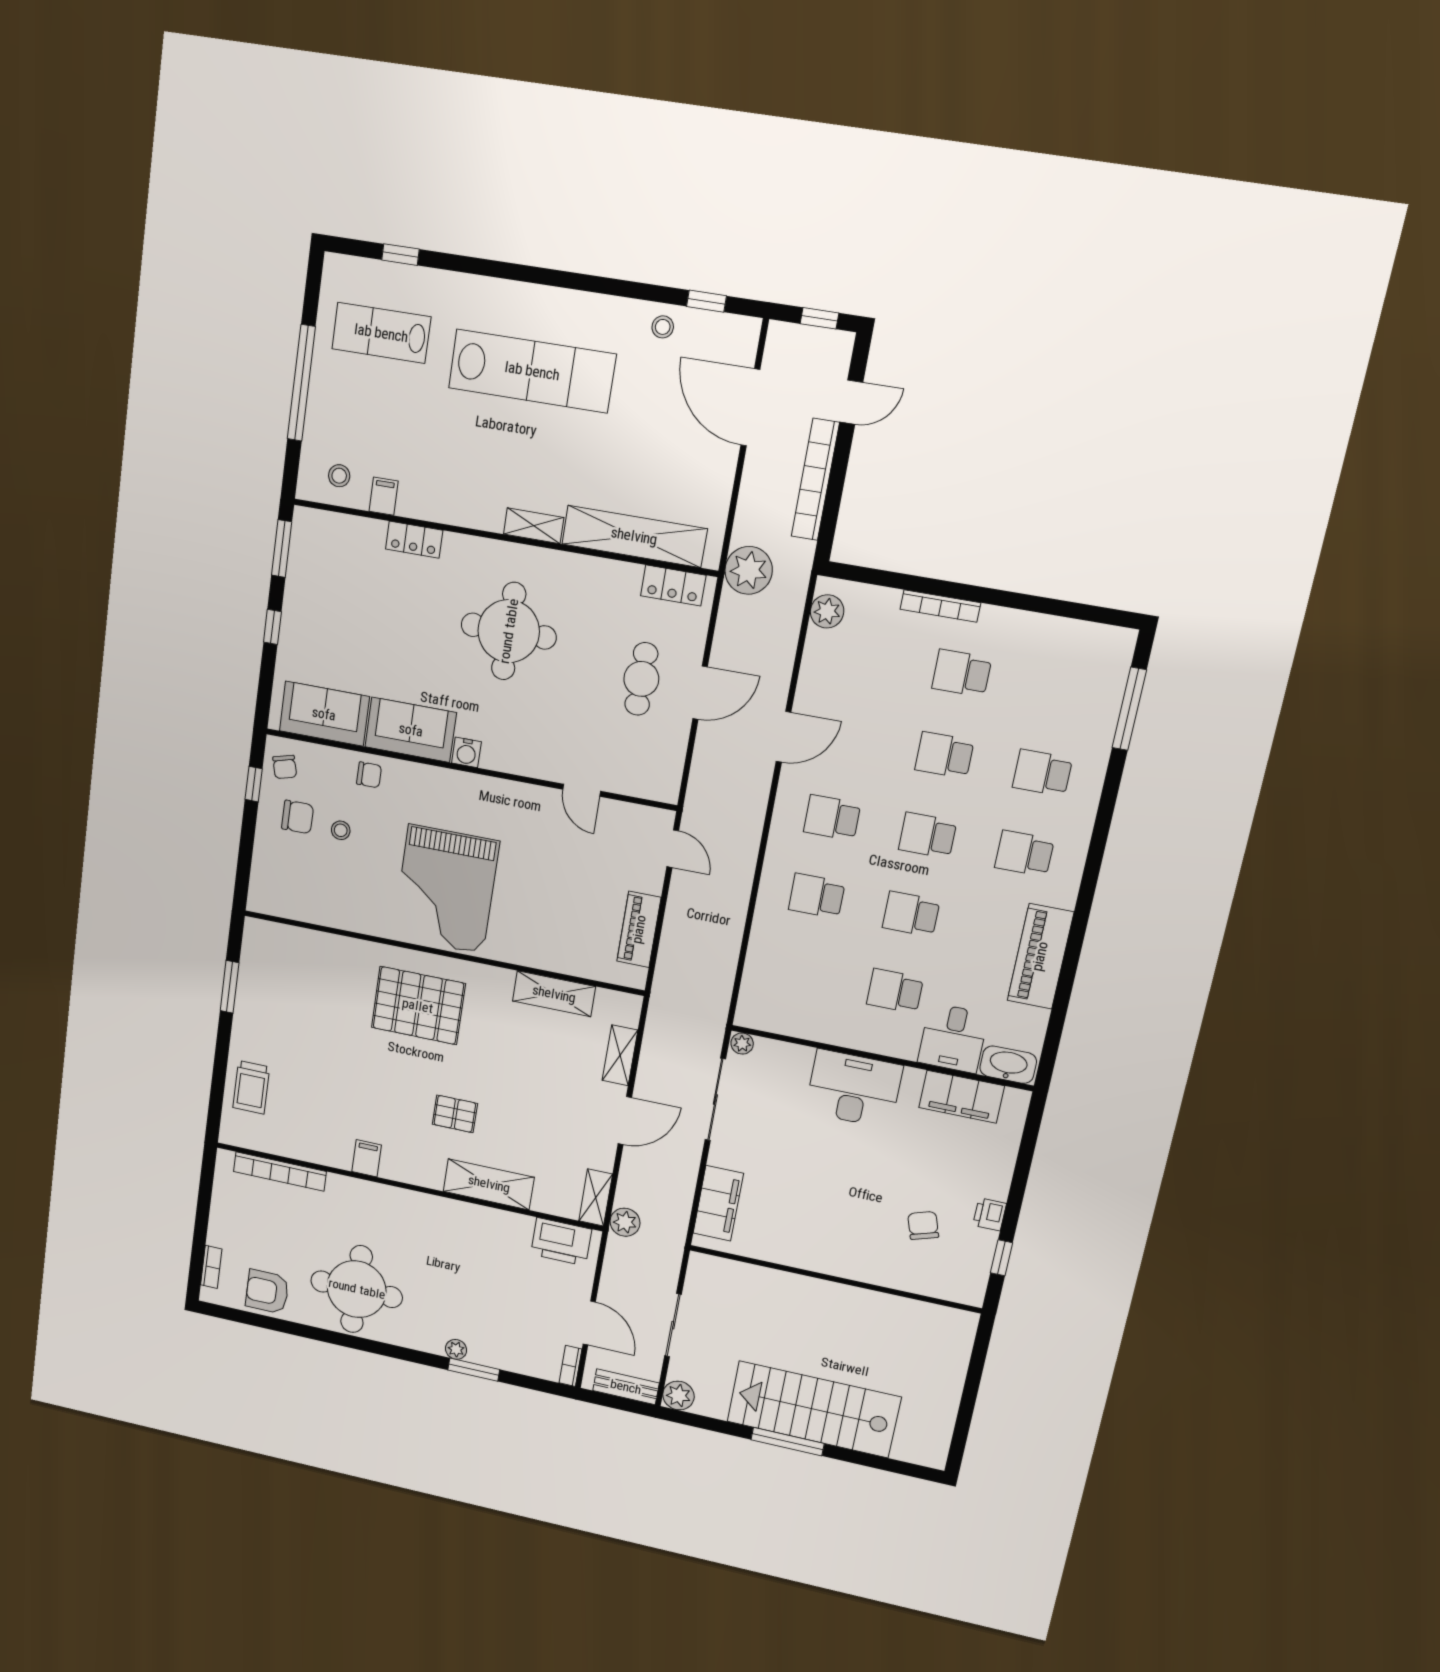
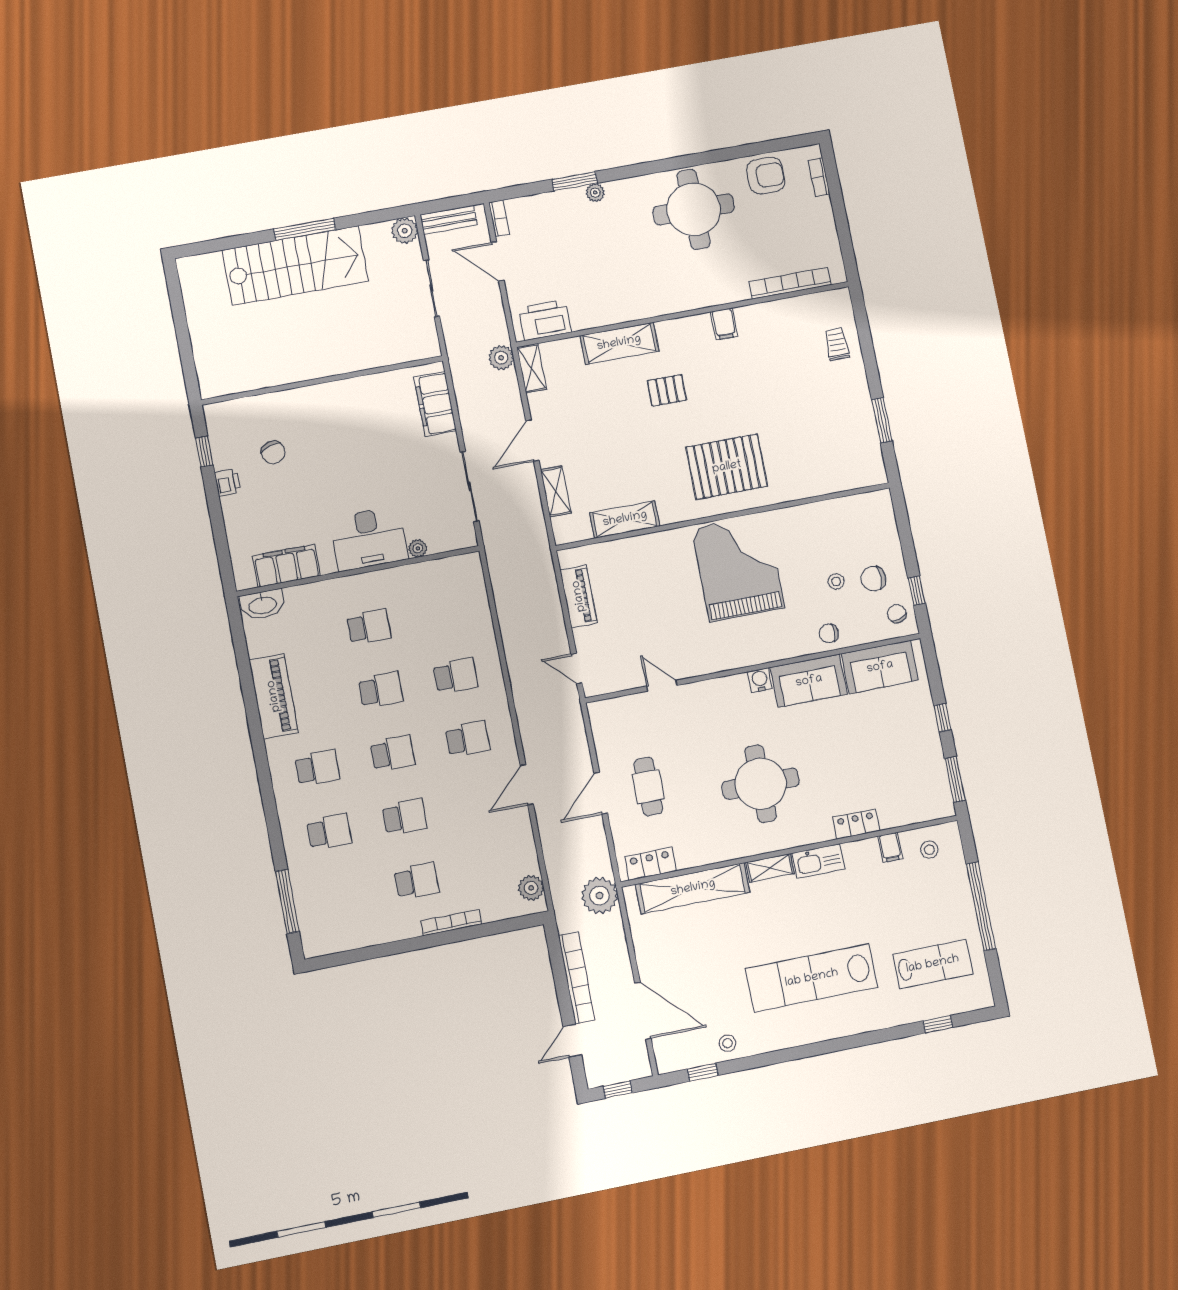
kitchen sink: (473, 512) -> (819, 861), added
desk: (953, 1038) -> (311, 608), removed
plant: (742, 1044) -> (418, 548), moved
trolley: (251, 1087) -> (837, 344), width x0.73, depth x0.72

